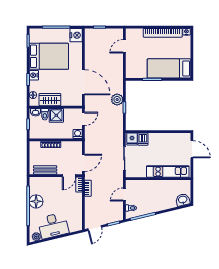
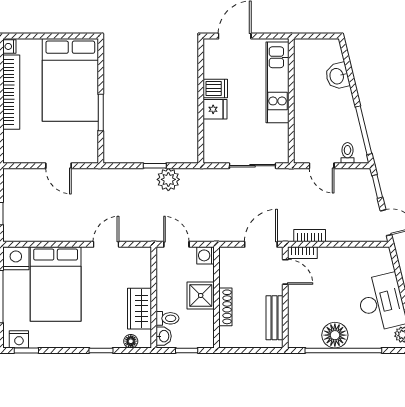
door: (124, 46) -> (58, 166), moved
bed: (49, 56) -> (56, 284), moved, turned 180
bed: (169, 68) -> (70, 80), width x1.50
nightstand: (34, 75) -> (19, 339), moved
door: (83, 82) -> (106, 244), width x0.53
plant: (117, 100) -> (168, 179), moved
shower: (56, 115) -> (201, 295), moved
fridge: (132, 139) -> (215, 109), moved
dishwasher: (143, 139) -> (215, 88), moved
door: (83, 163) -> (261, 244), hinge flipped
washbasin: (183, 200) -> (337, 76), moved

